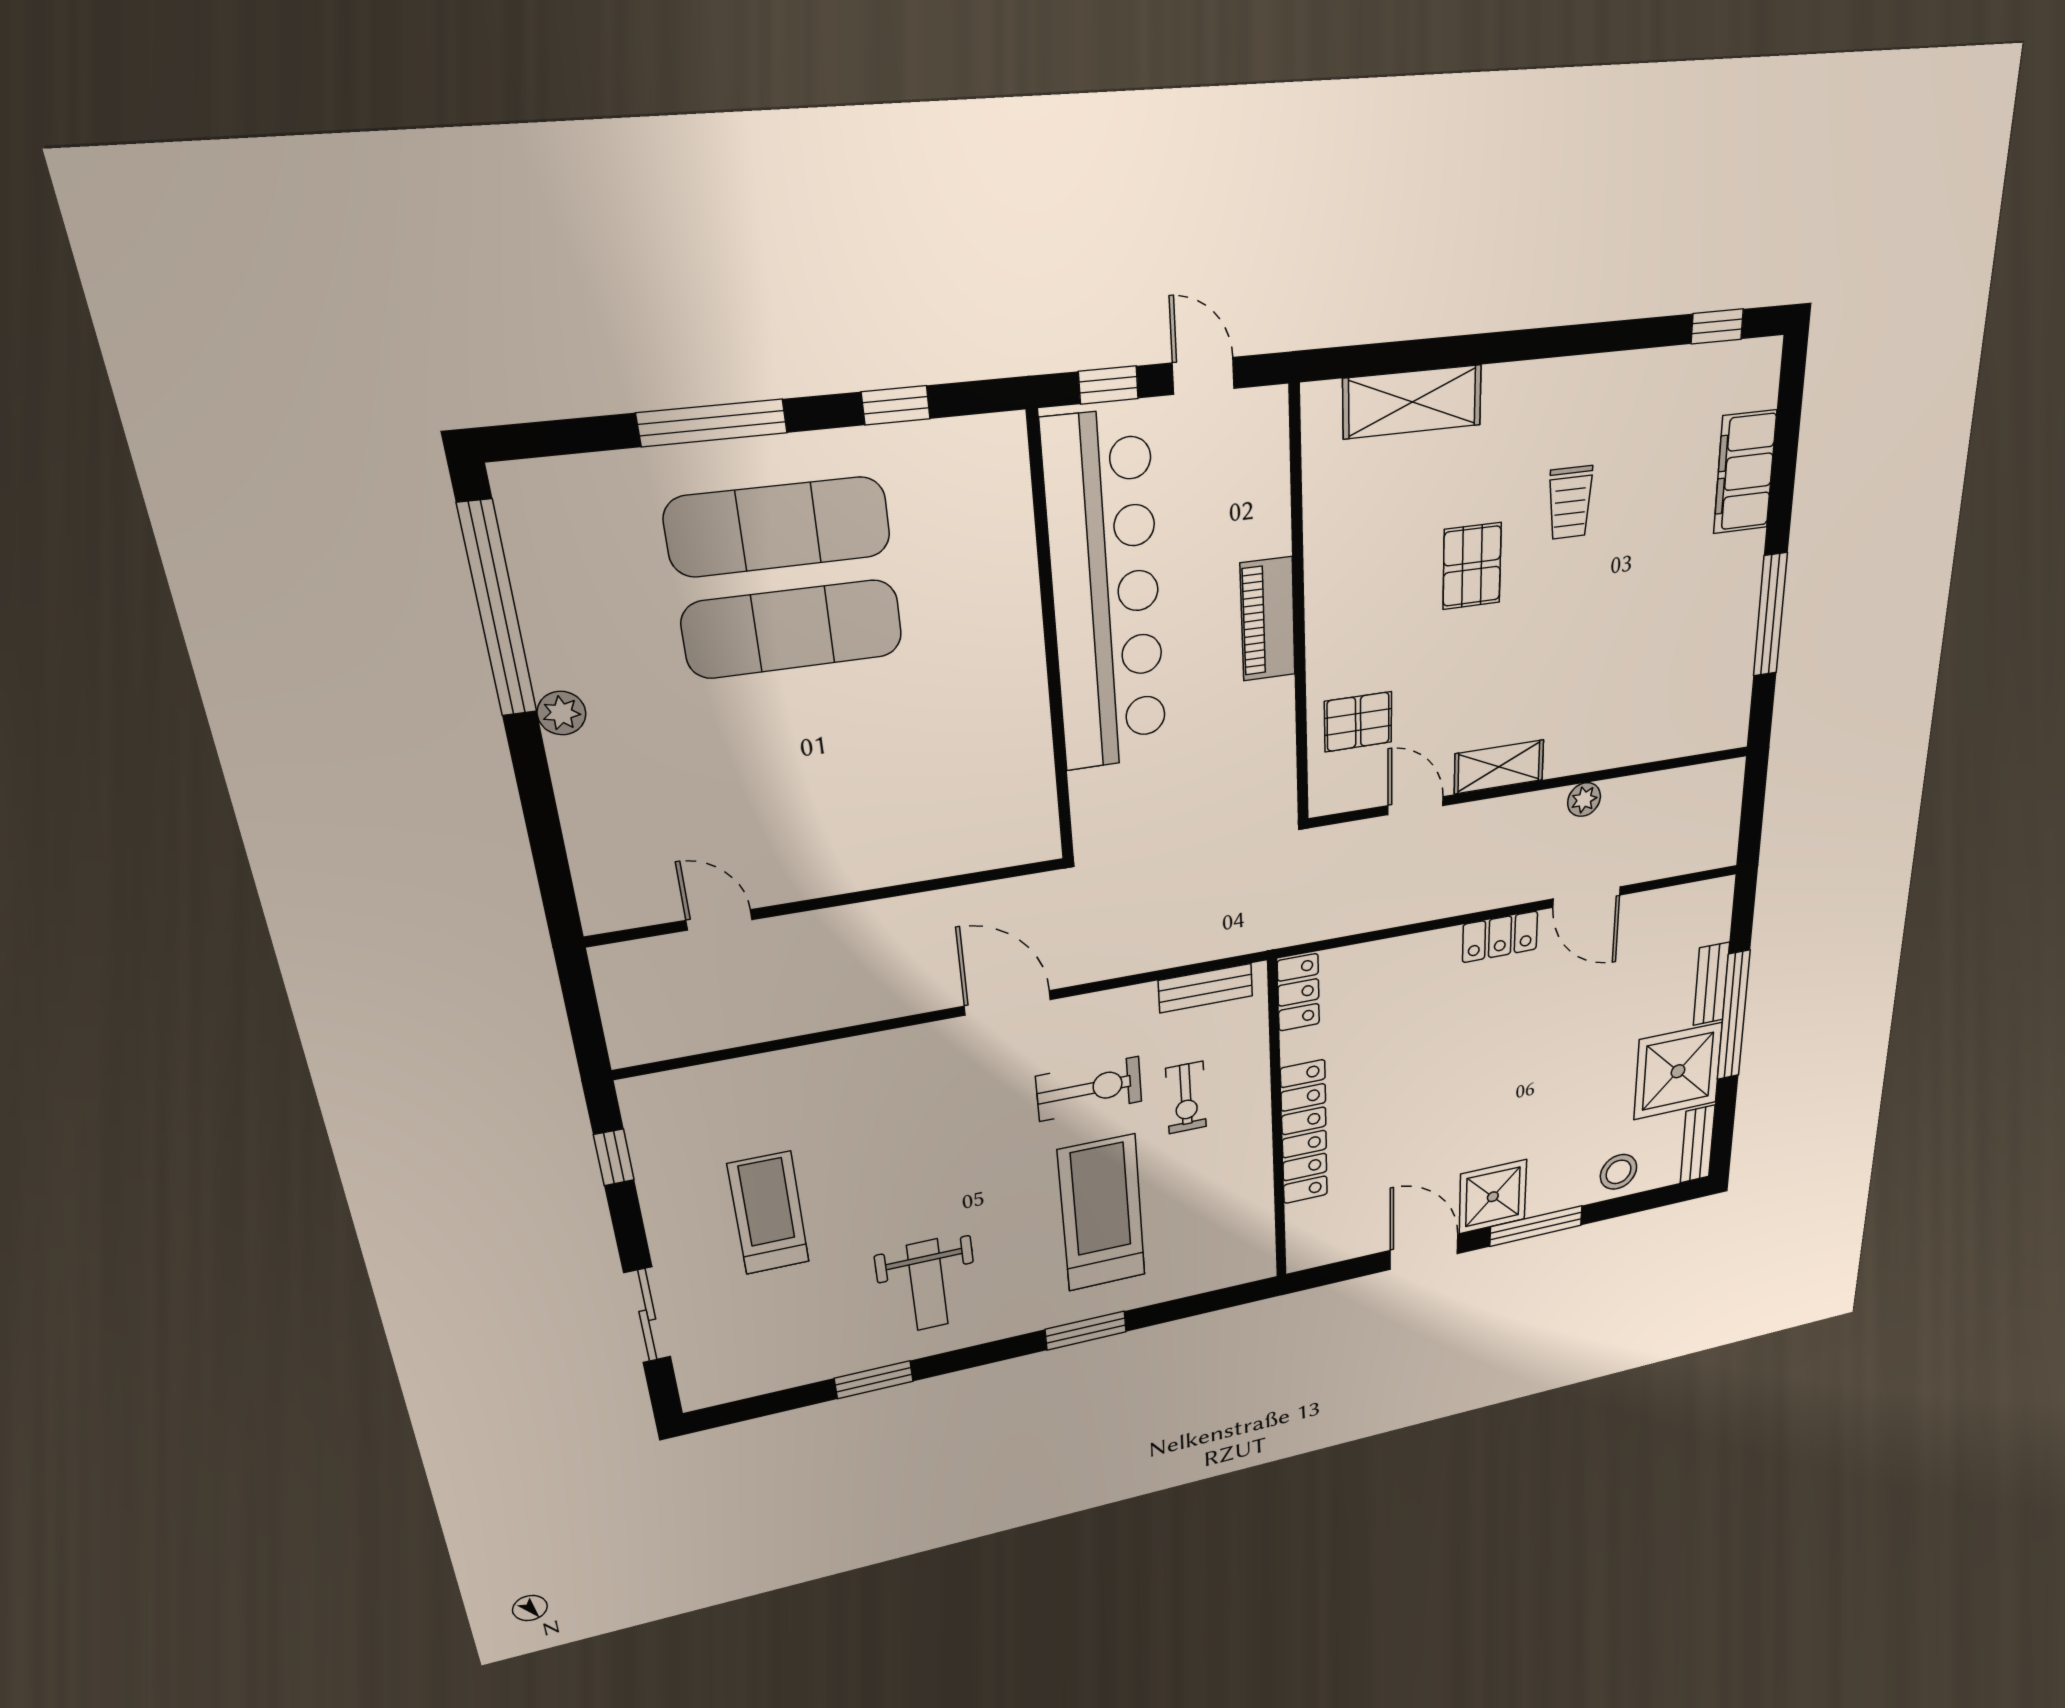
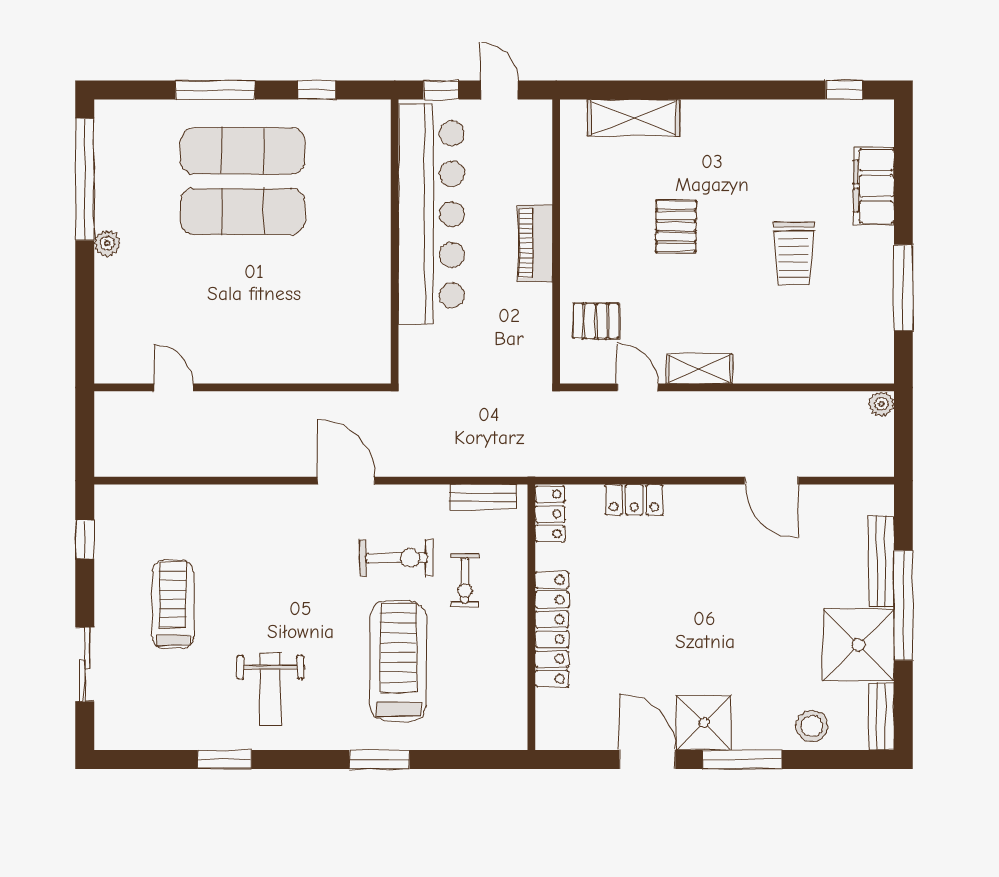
trolley: (1570, 503) -> (794, 253), moved, width x1.36, depth x1.39
plant: (1584, 800) -> (881, 404), moved
locker: (1500, 937) -> (634, 500), moved
bench: (1711, 984) -> (881, 561), width x1.36

